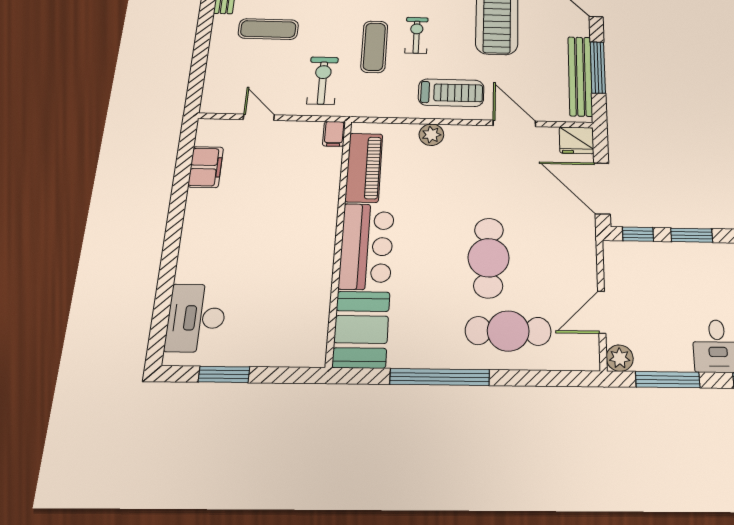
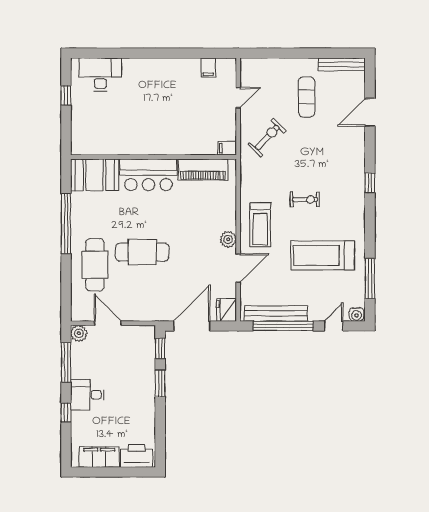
exercise mat: (374, 47) -> (295, 171), removed
window: (598, 67) -> (283, 326), width x1.46
exercise bike: (323, 81) -> (267, 137), turned -46
plant: (431, 135) -> (228, 239), moved
filing cabinet: (206, 167) -> (208, 67), width x0.50
window: (224, 374) -> (66, 95), width x0.67

